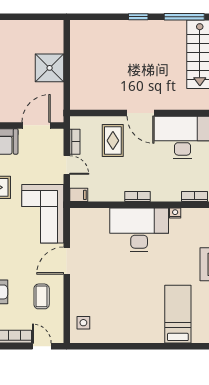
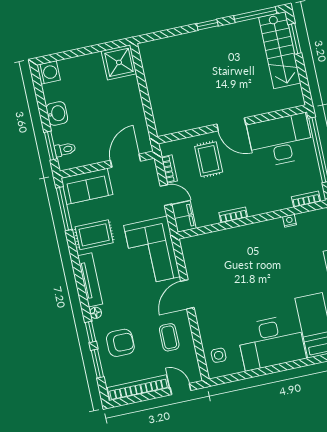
shower: (50, 68) -> (119, 62), moved
filing cabinet: (79, 195) -> (184, 216), width x2.00
bookcase: (137, 197) -> (233, 215), moved
desk: (139, 230) -> (271, 342), moved, turned 180

